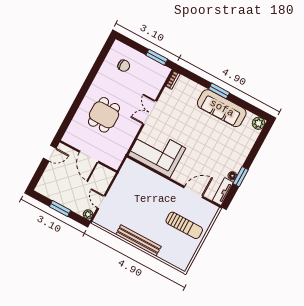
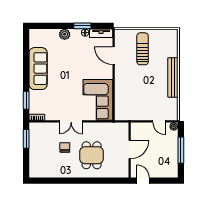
chair: (124, 66) -> (65, 147), moved
window: (219, 91) -> (26, 100), moved
dining table: (104, 115) -> (92, 155), turned 90
plant: (259, 123) -> (65, 34), moved
door: (101, 202) -> (159, 121), hinge flipped
window: (60, 209) -> (181, 150), width x1.44

